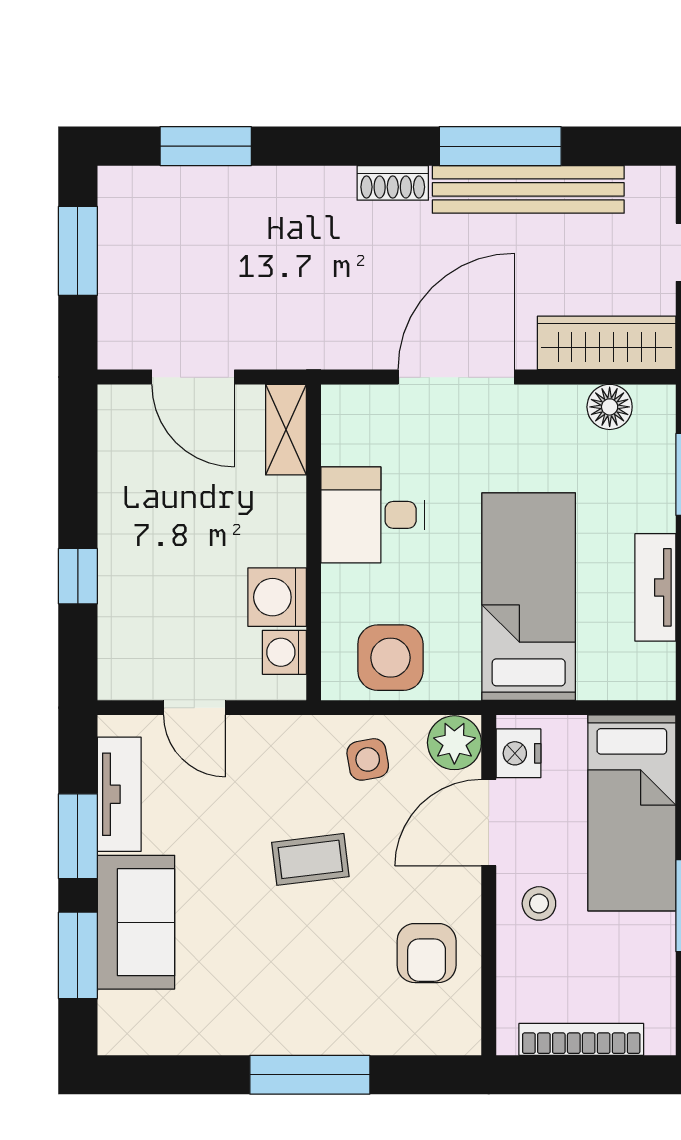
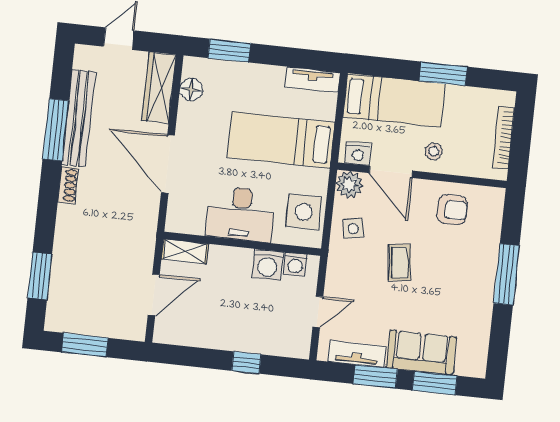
desk: (373, 515) -> (241, 214), width x1.37
tv unit: (655, 587) -> (312, 80), moved

